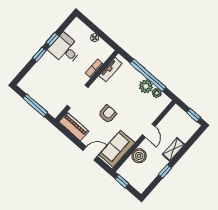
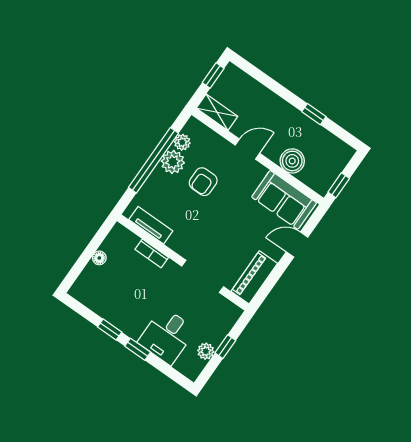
desk: (65, 49) -> (167, 336), moved
plant: (34, 94) -> (206, 351), added
window: (35, 105) -> (225, 347), width x0.46
armchair: (108, 114) -> (203, 182), moved, turned -90
shelving: (174, 149) -> (217, 112), moved
door: (90, 153) -> (297, 245), hinge flipped

